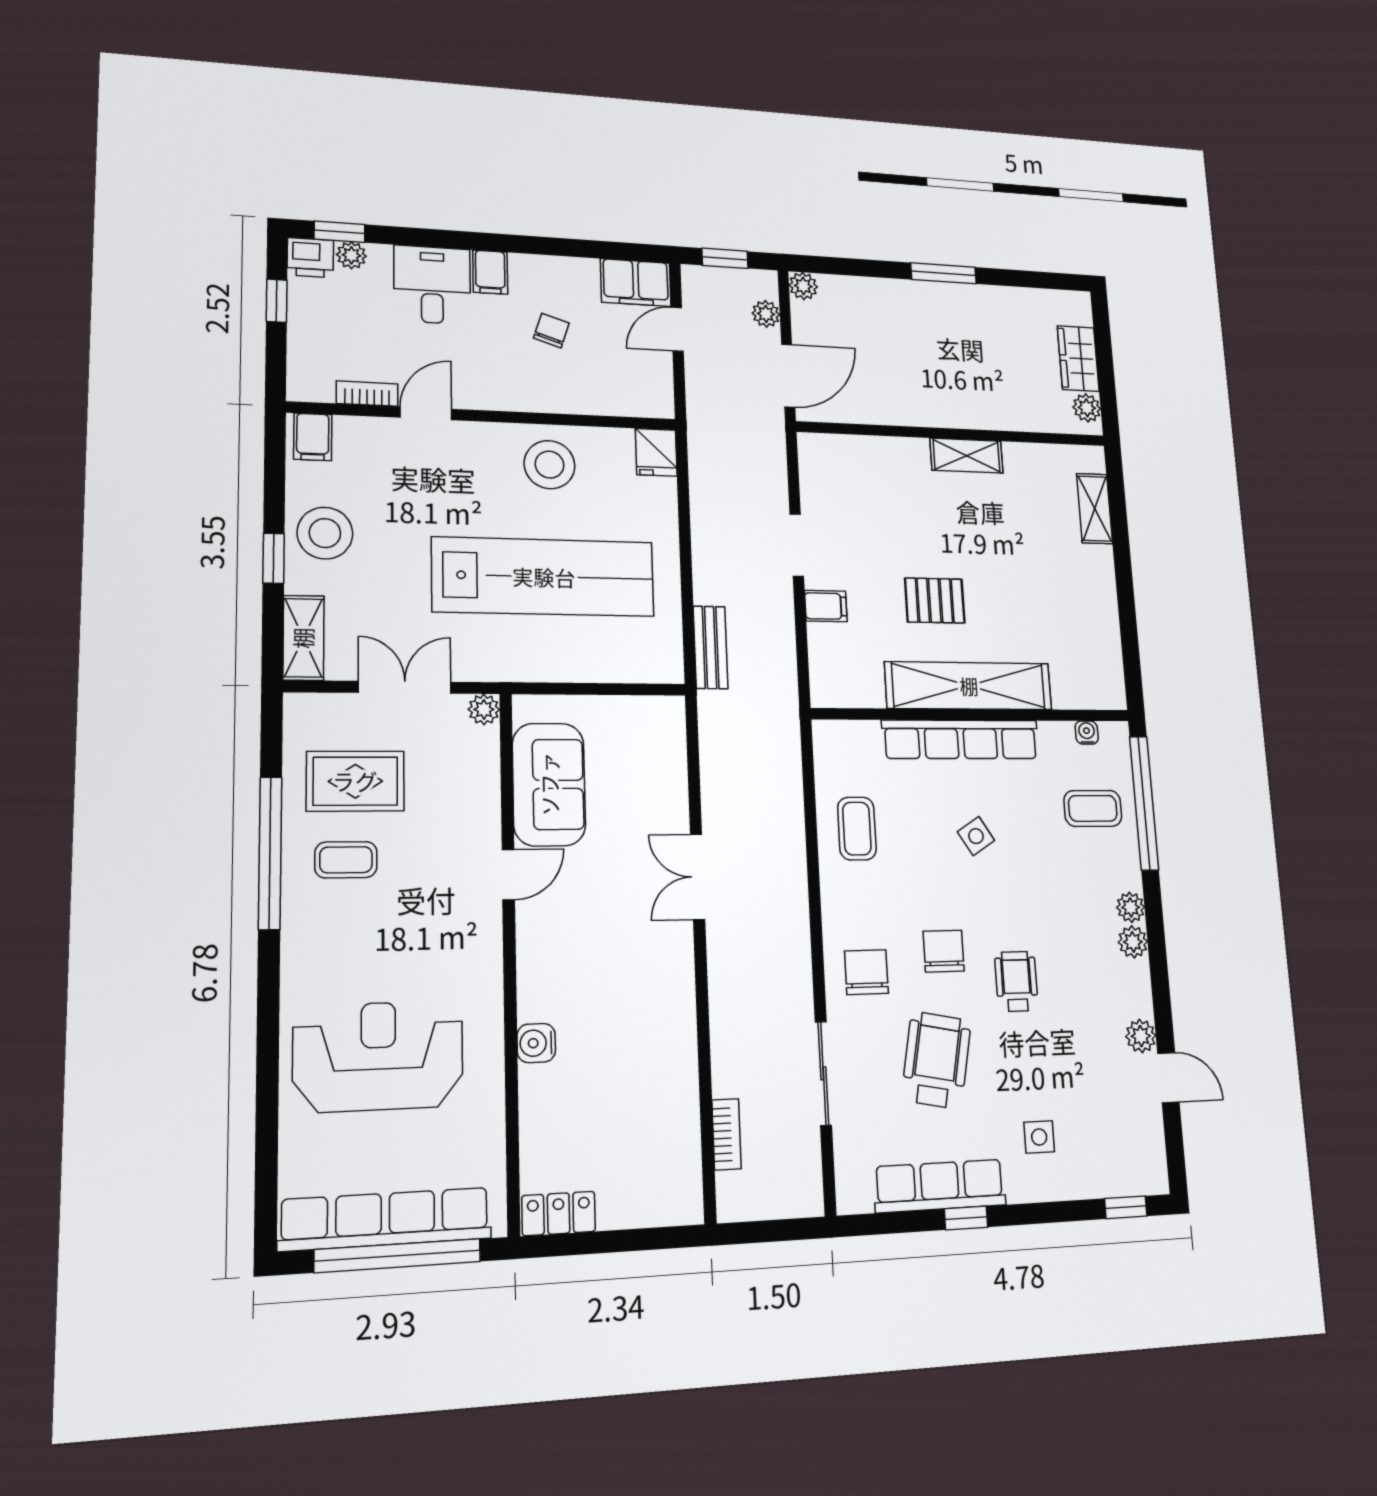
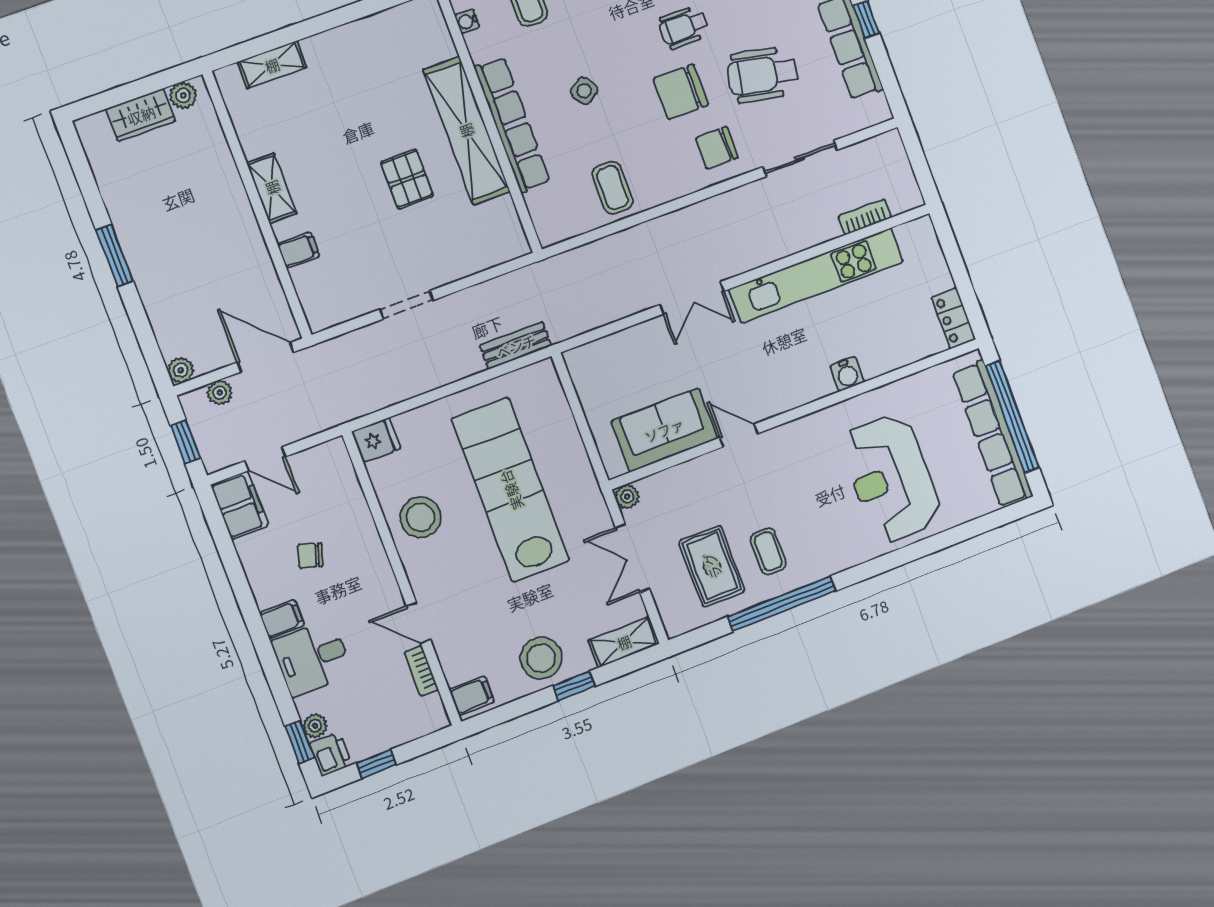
filing cabinet: (826, 606) -> (298, 250), moved, turned 90
coffee table: (857, 829) -> (613, 188), turned 90
chair: (944, 951) -> (681, 92), width x1.37, depth x1.37
kitchen unit: (674, 1045) -> (816, 275), added

